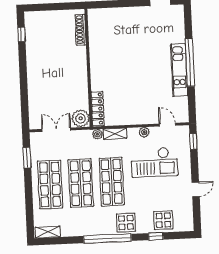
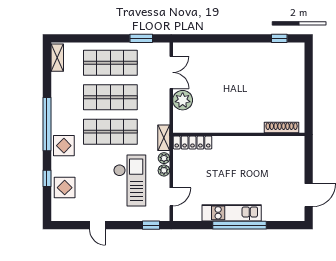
shoe rack: (81, 30) -> (282, 127), moved
wall: (89, 68) -> (239, 134), moved
locker: (98, 109) -> (192, 143), moved
plant: (97, 134) -> (164, 158), moved
checkout: (154, 162) -> (130, 180), turned 180

